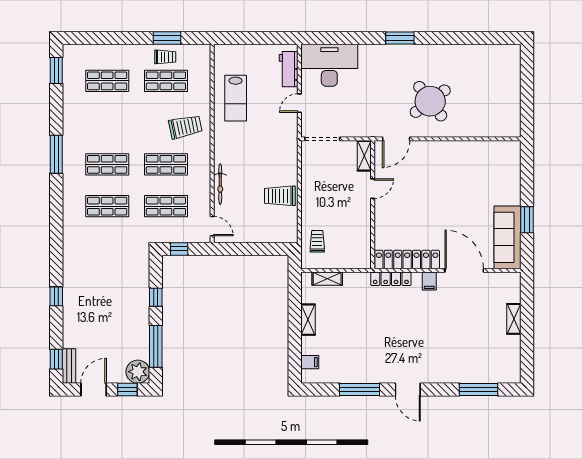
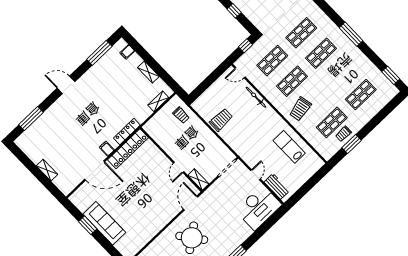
sofa: (508, 237) -> (104, 223), moved
window: (360, 390) -> (99, 53), moved

